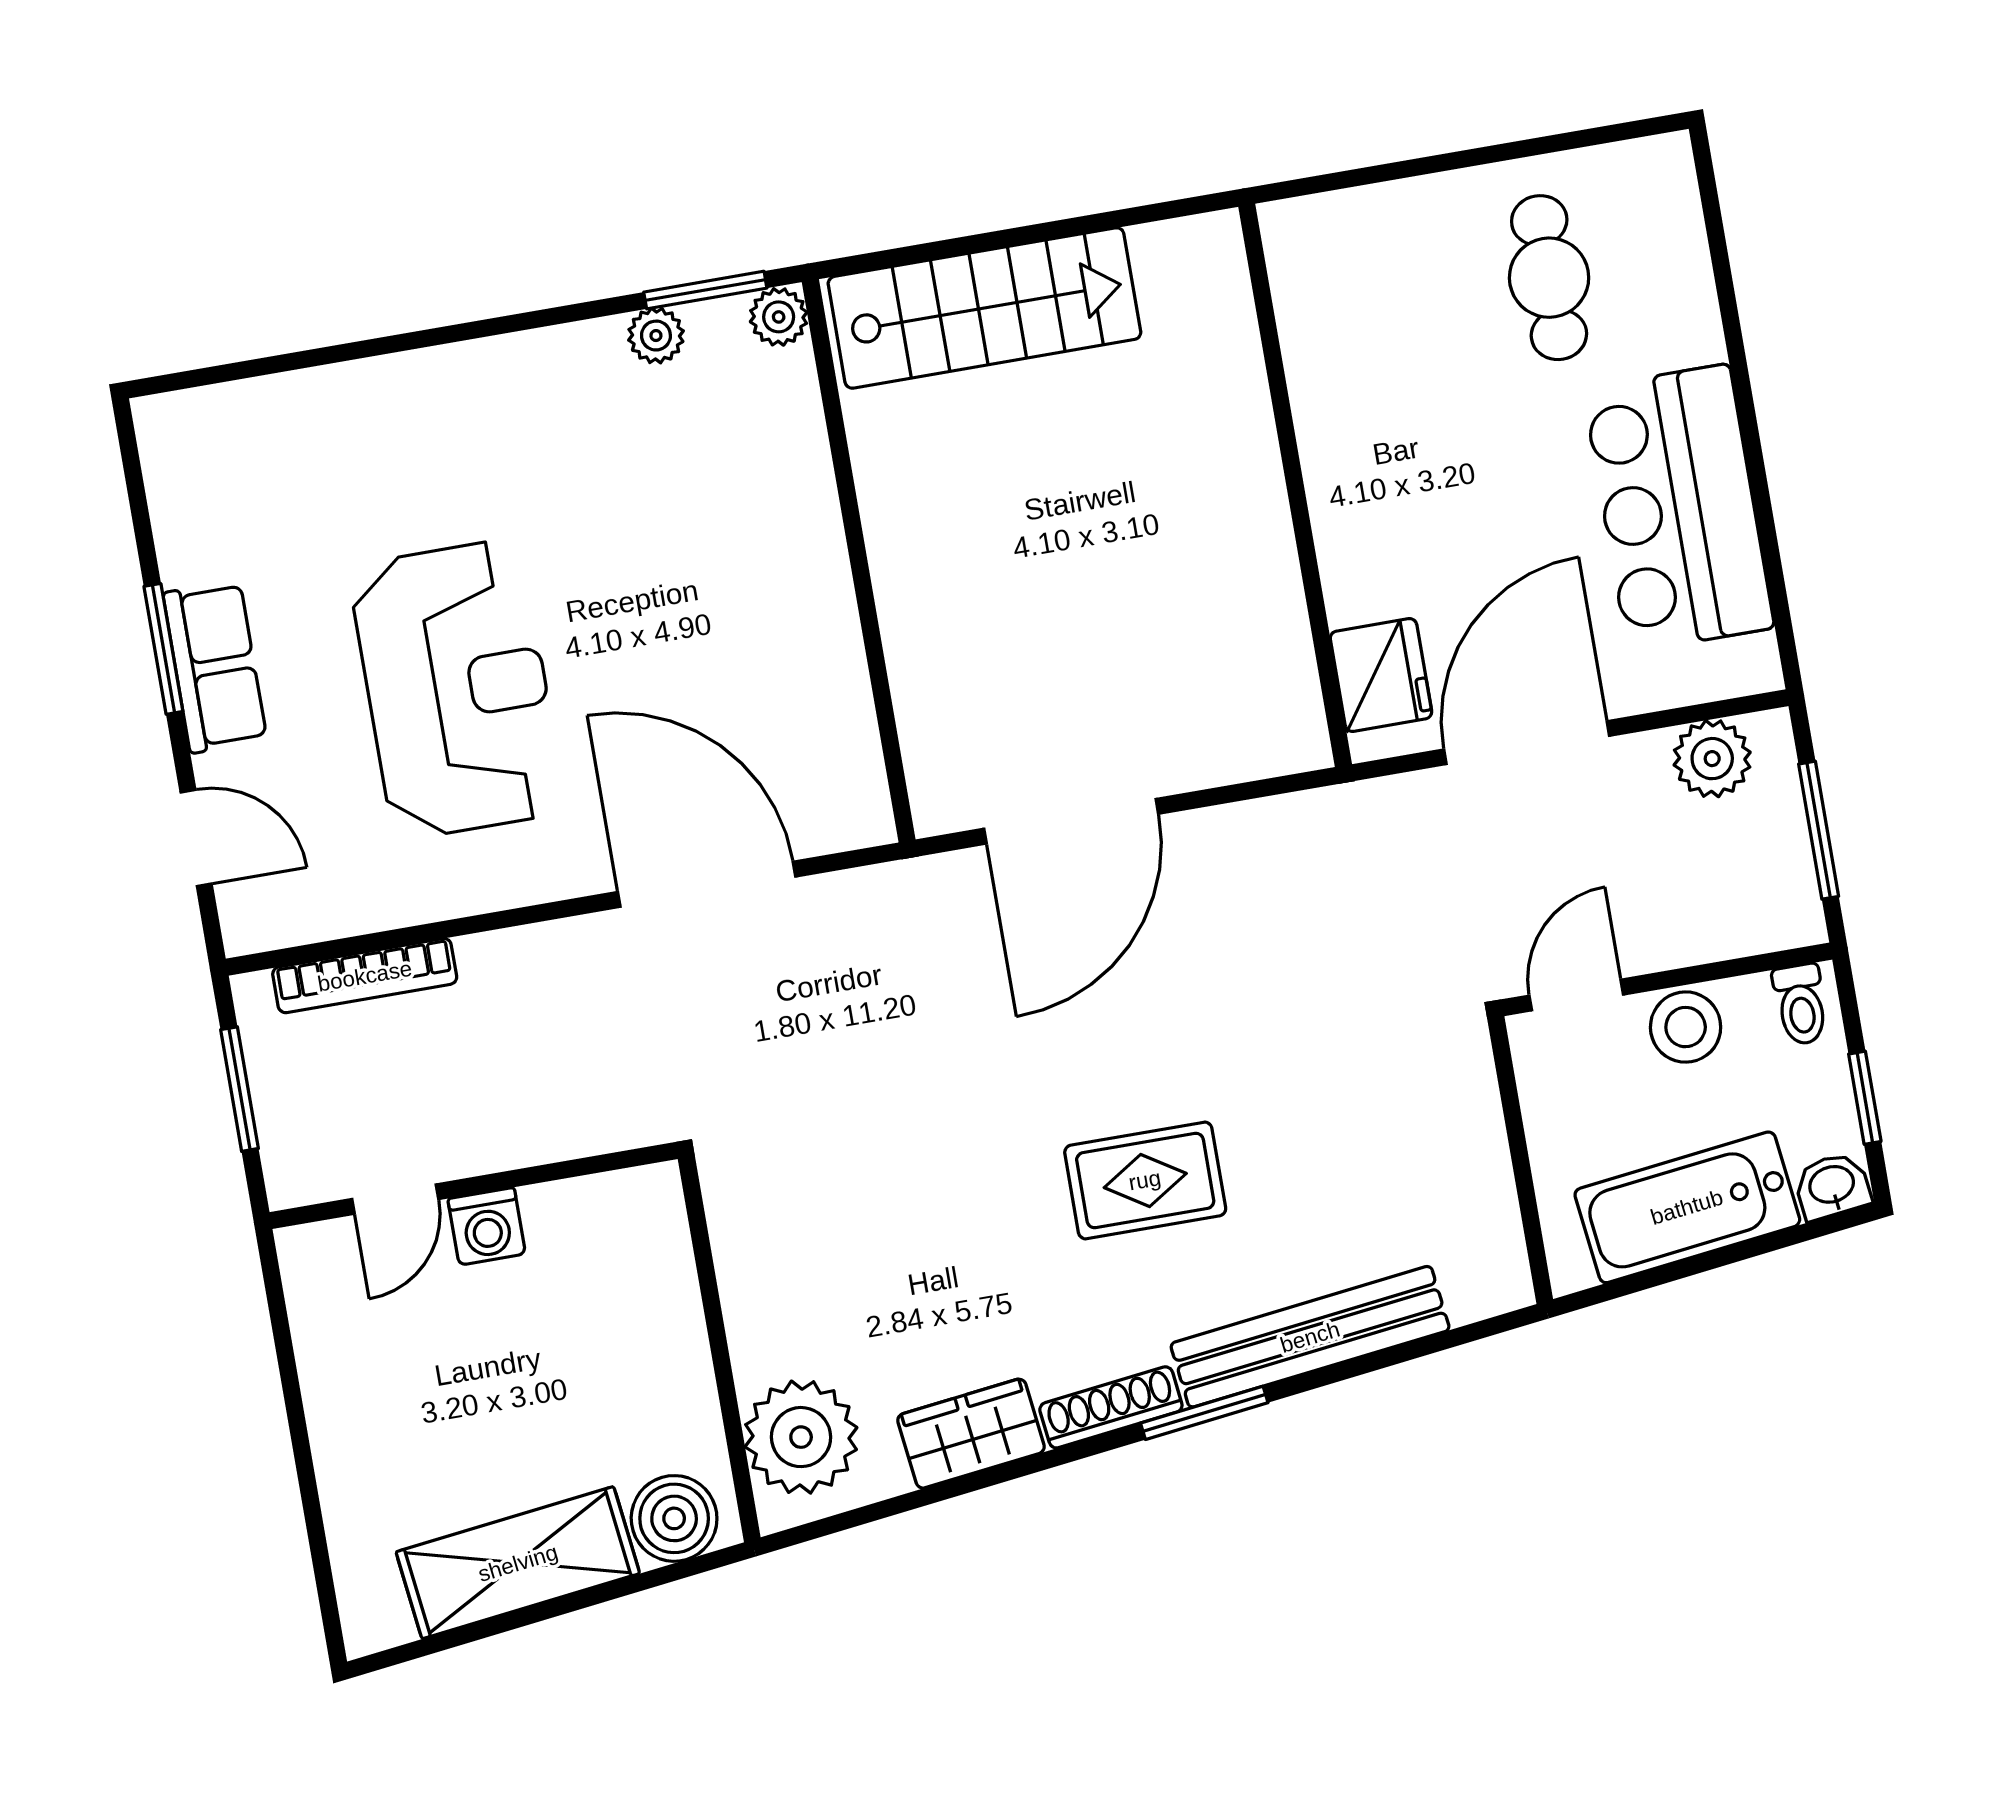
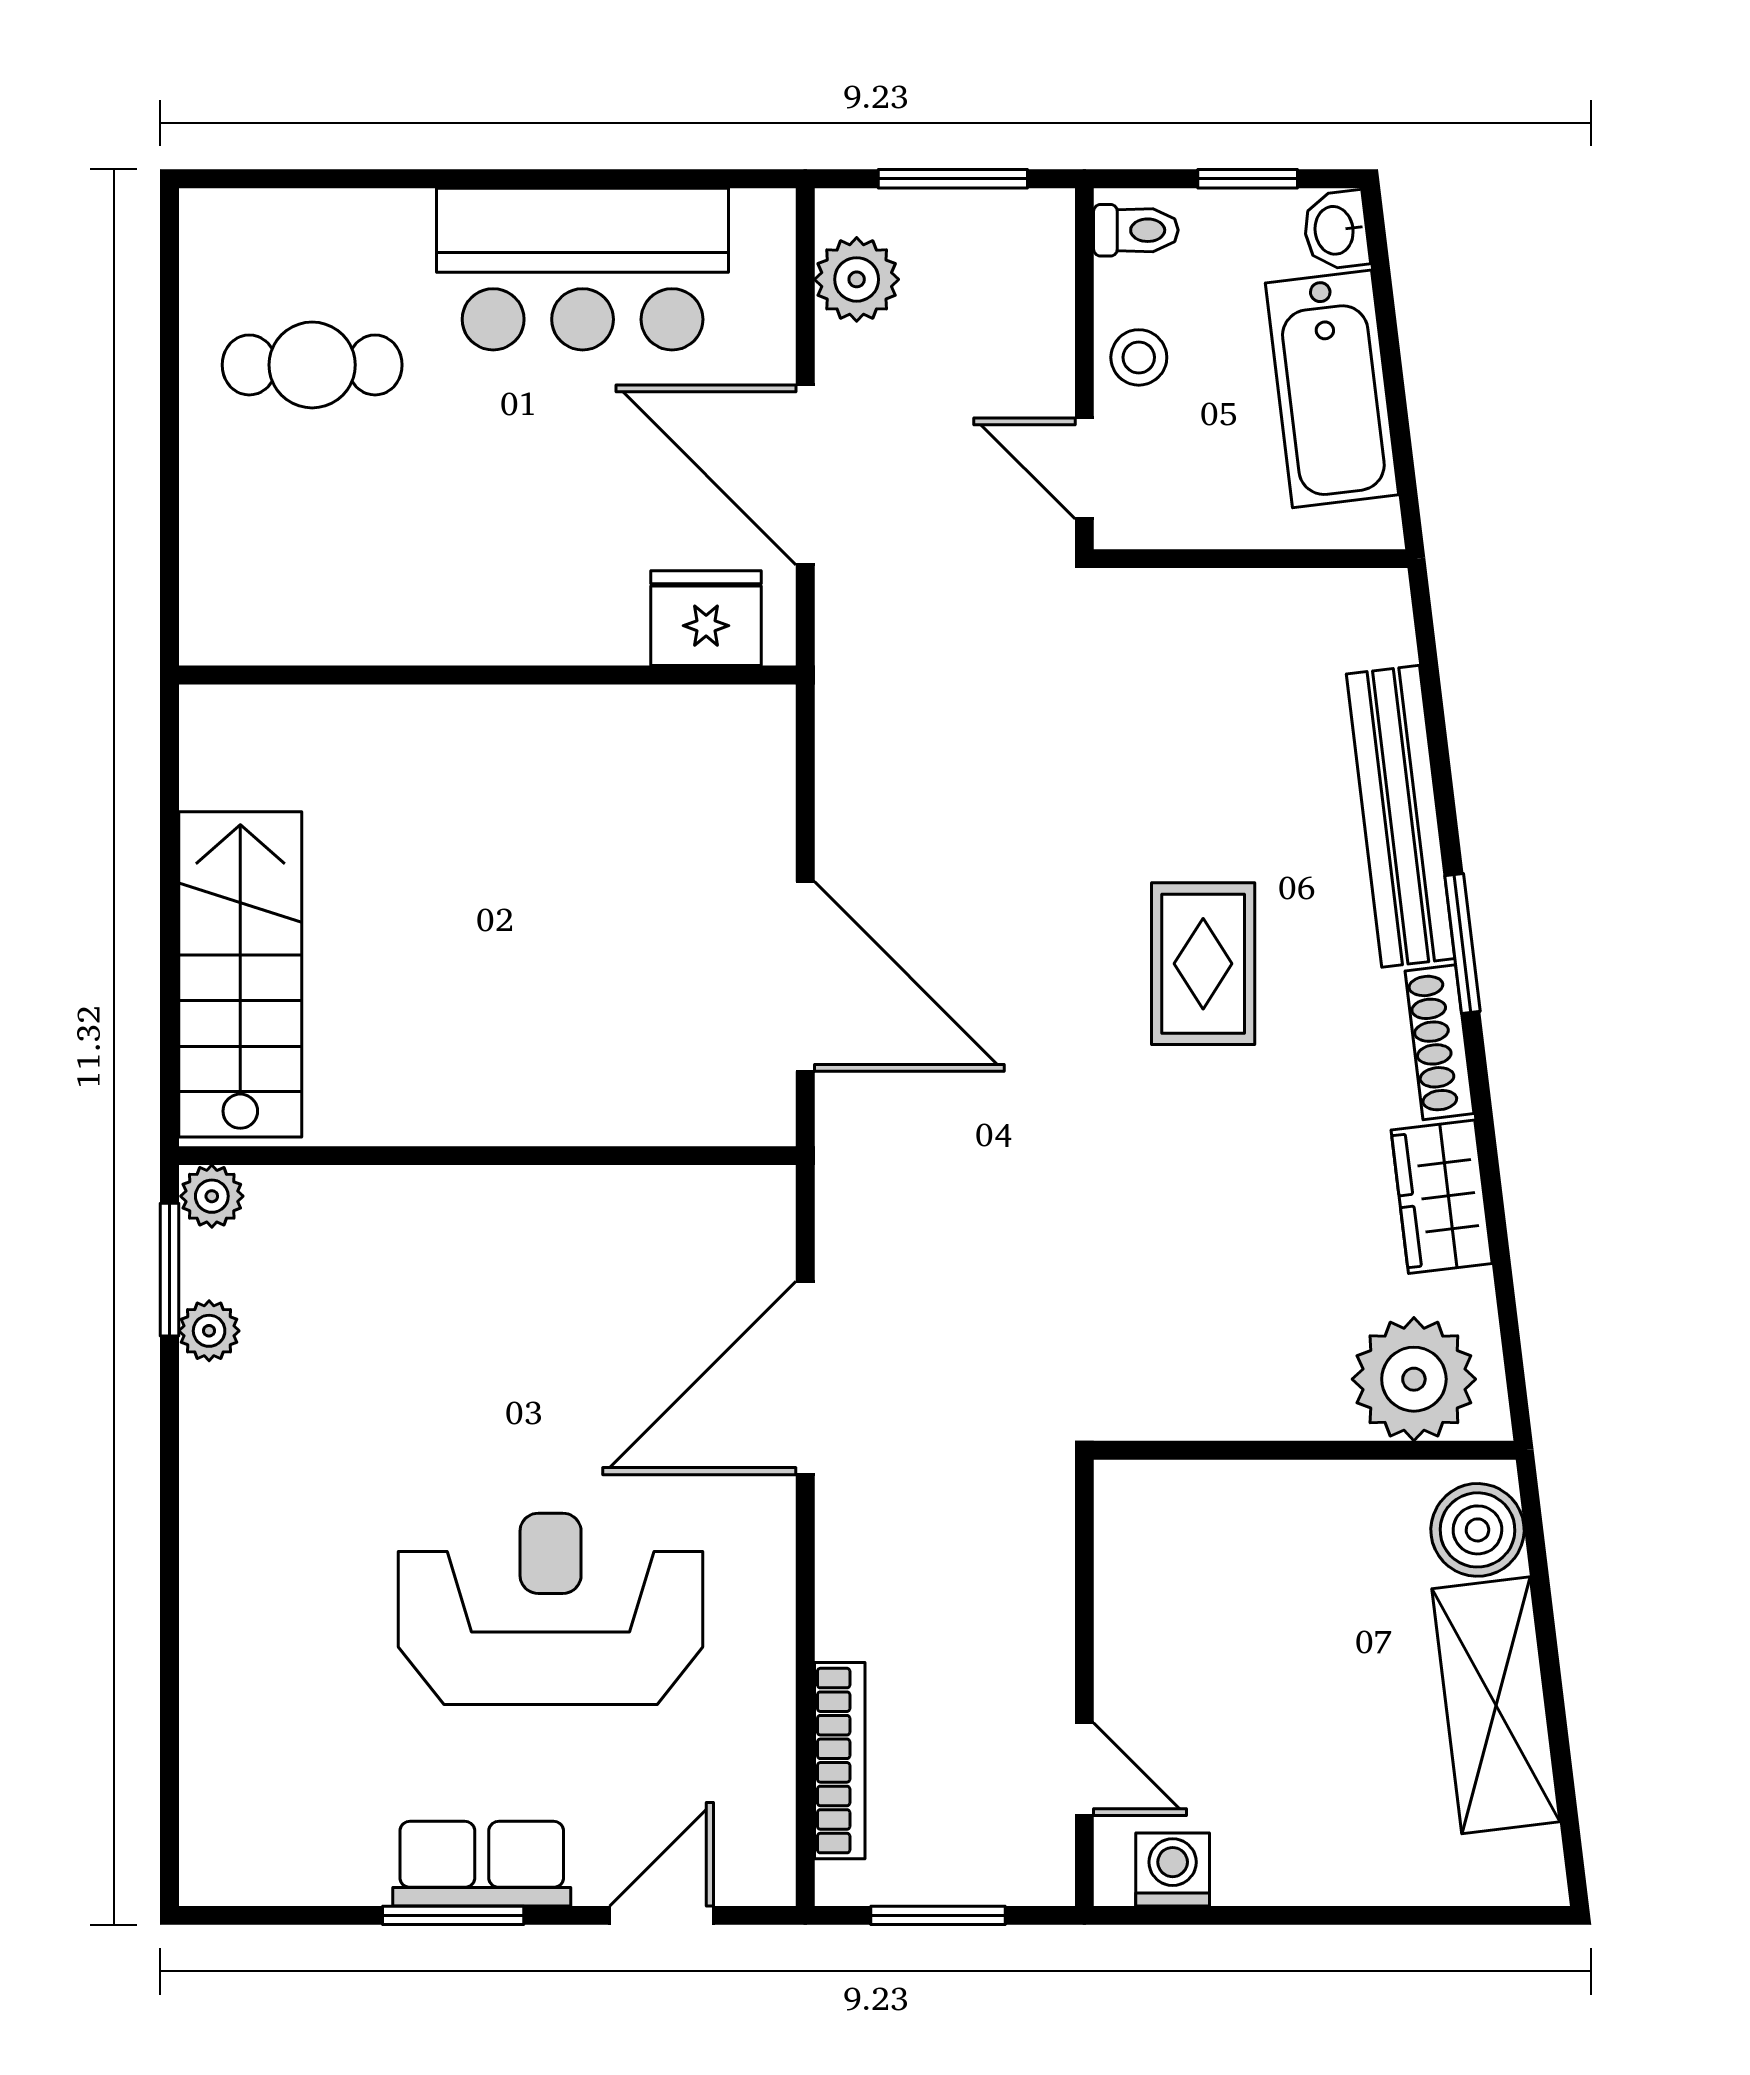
stool: (1686, 1027) -> (1139, 357), width x0.73, depth x0.73
washing machine: (487, 1226) -> (1173, 1869), moved, turned -90

